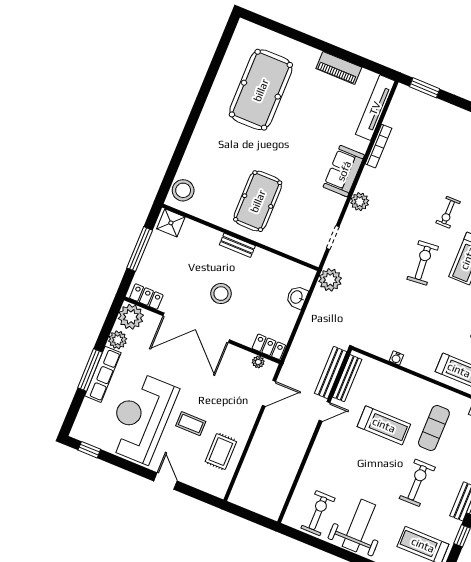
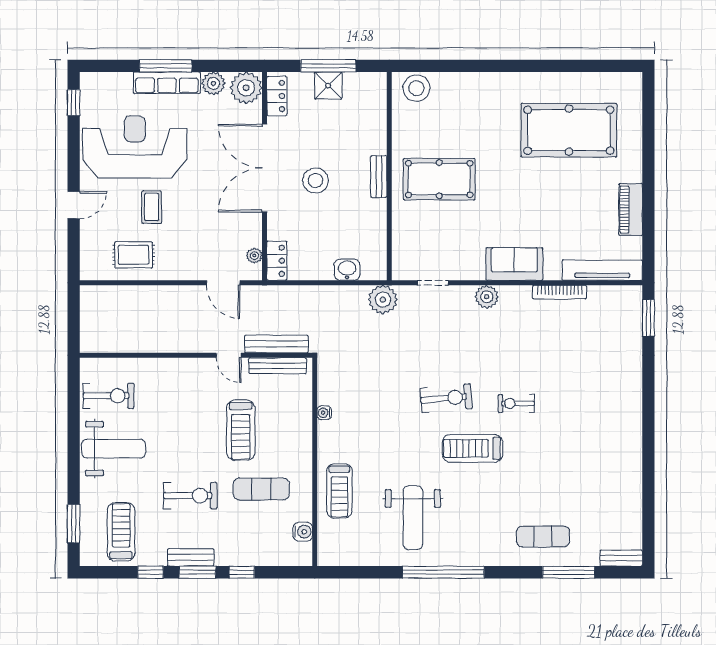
shower: (171, 223) -> (328, 86), moved

